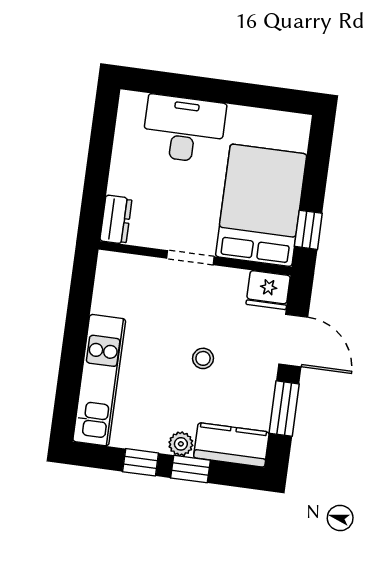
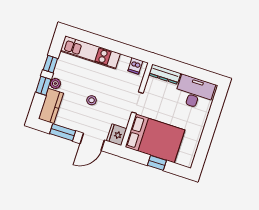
desk: (184, 129) -> (195, 92), moved, turned -90
dresser: (116, 220) -> (165, 74), width x1.44
window: (308, 230) -> (157, 163), moved
dishwasher: (111, 277) -> (135, 66), added

